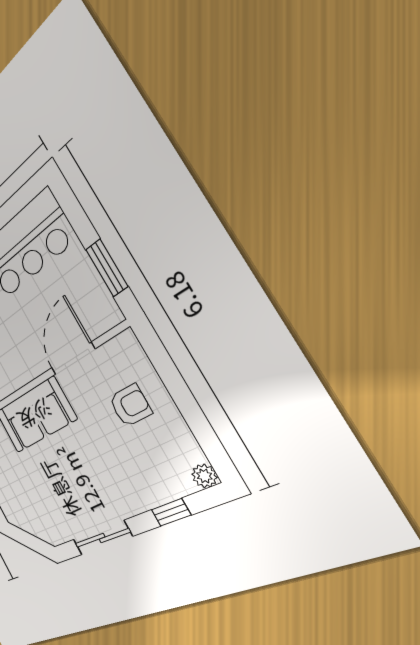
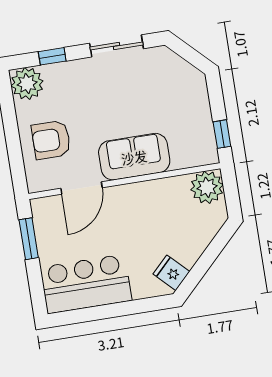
armchair: (130, 405) -> (51, 140), width x1.38, depth x1.38
plant: (204, 476) -> (27, 84), width x1.88, depth x1.88

